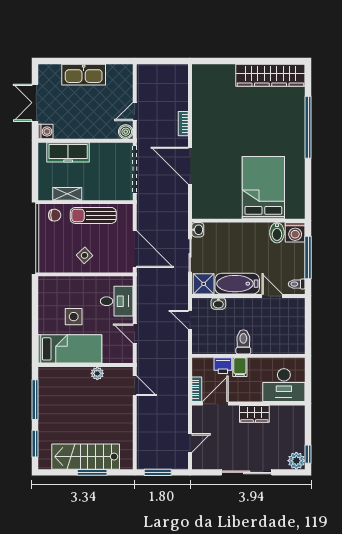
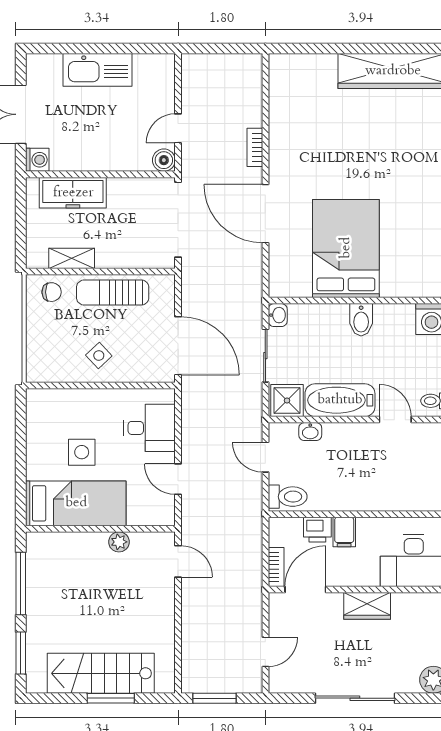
bed: (263, 188) -> (346, 248), moved
bidet: (277, 233) -> (361, 320), moved
toilet: (243, 342) -> (288, 497), moved, turned 90

